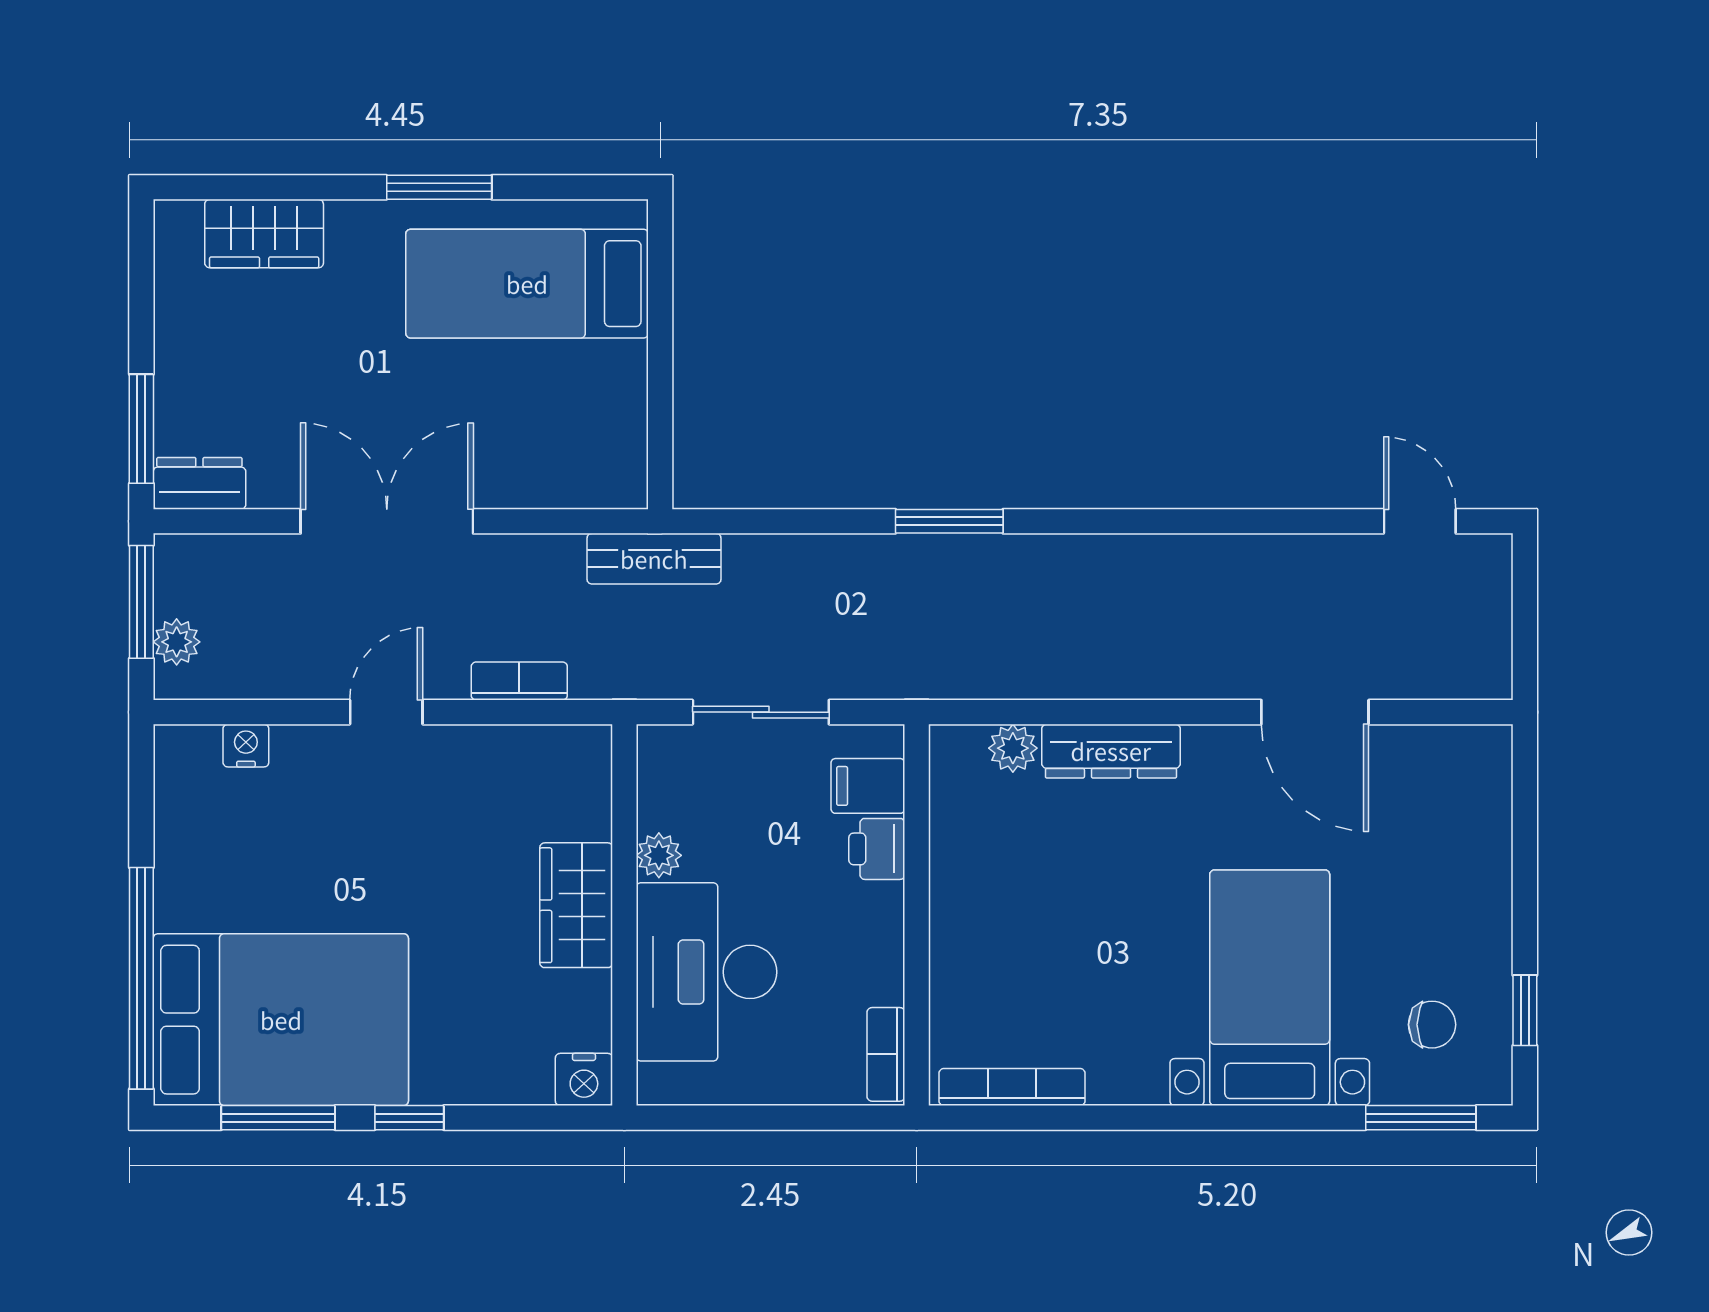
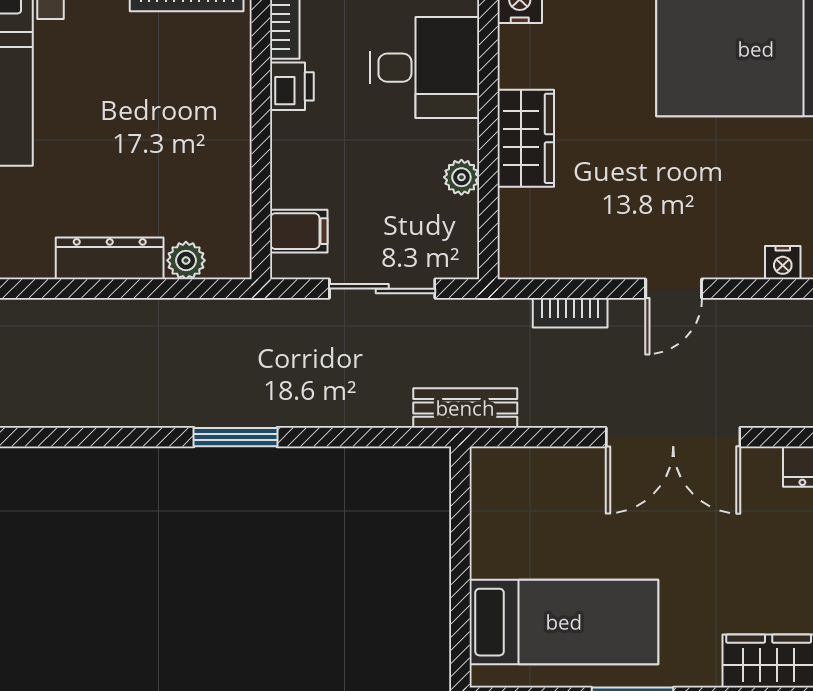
printer: (877, 849) -> (292, 86), moved
desk: (706, 972) -> (424, 68), width x0.73

